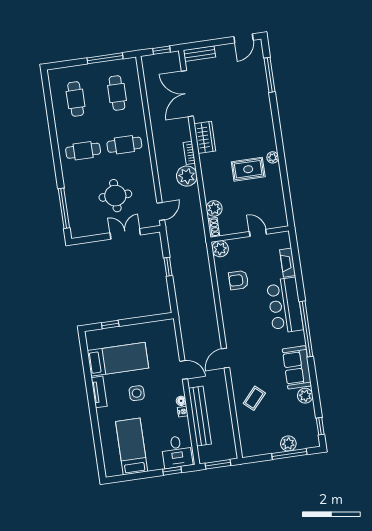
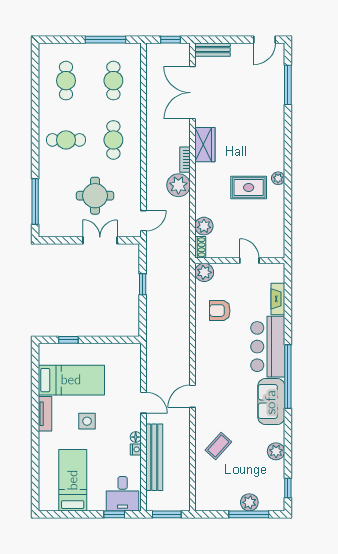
cafe table: (124, 145) -> (113, 140), turned 90
sofa: (297, 367) -> (271, 402), moved

